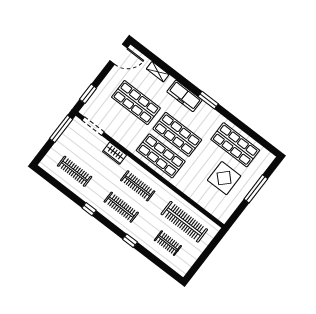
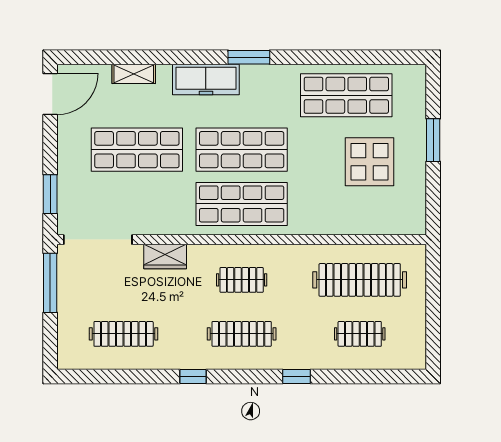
doorway: (93, 126) -> (98, 240), width x1.36
clothes rail: (138, 186) -> (242, 280), width x0.73
window: (256, 189) -> (433, 140), width x0.69

